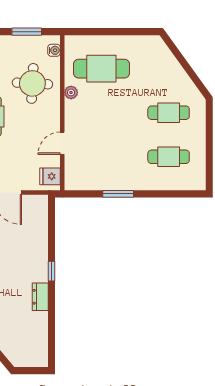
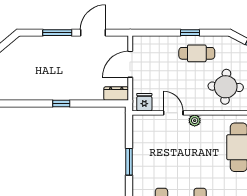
plant: (71, 92) -> (195, 121), moved
dresser: (40, 297) -> (116, 94), moved

